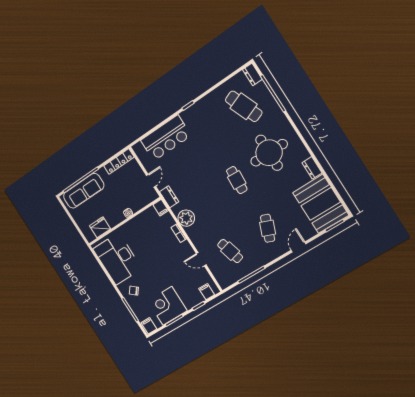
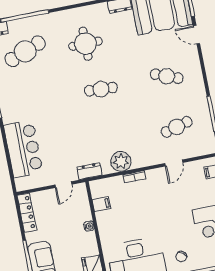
round table: (269, 153) -> (85, 44), width x0.73, depth x0.73
door: (151, 181) -> (63, 185), swing flipped
filing cabinet: (161, 208) -> (101, 204), moved
door: (298, 247) -> (197, 35), moved

